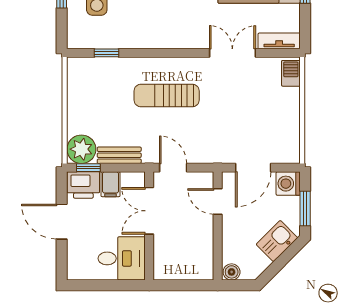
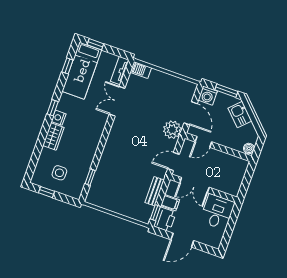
sun lounger: (167, 95) -> (129, 150), removed
plant: (81, 149) -> (172, 130), moved

